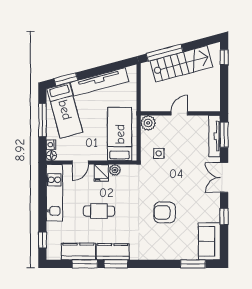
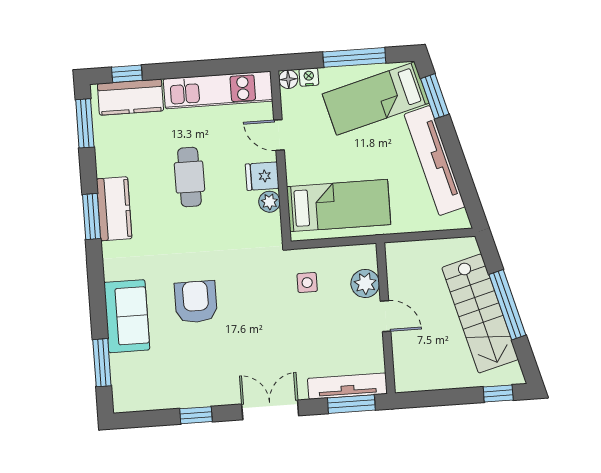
window: (165, 53) -> (507, 305), moved
plant: (148, 123) -> (365, 283), moved
sofa: (209, 241) -> (127, 316), moved, turned 90
kitchen counter: (78, 252) -> (130, 97), moved, turned 90
window: (85, 264) -> (85, 123), moved

